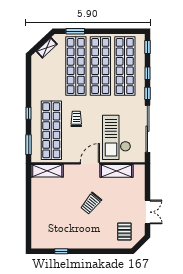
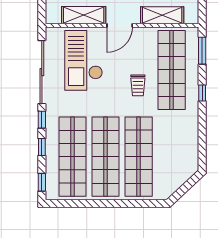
window: (75, 31) -> (139, 203), removed
shelving: (47, 48) -> (178, 181), removed
checkout: (117, 137) -> (84, 60), turned 180
shelving: (47, 171) -> (162, 15), moved

